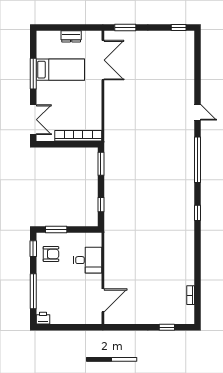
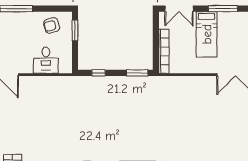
bed: (60, 70) -> (207, 34), moved
window: (33, 249) -> (57, 9), removed
armchair: (51, 254) -> (52, 25), turned 74

